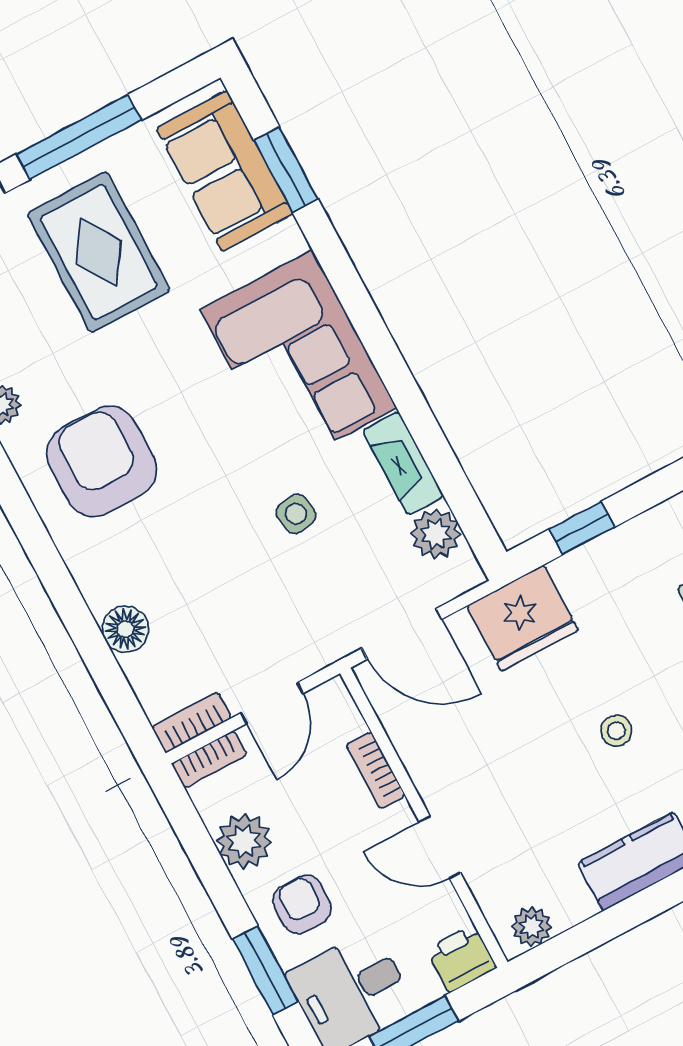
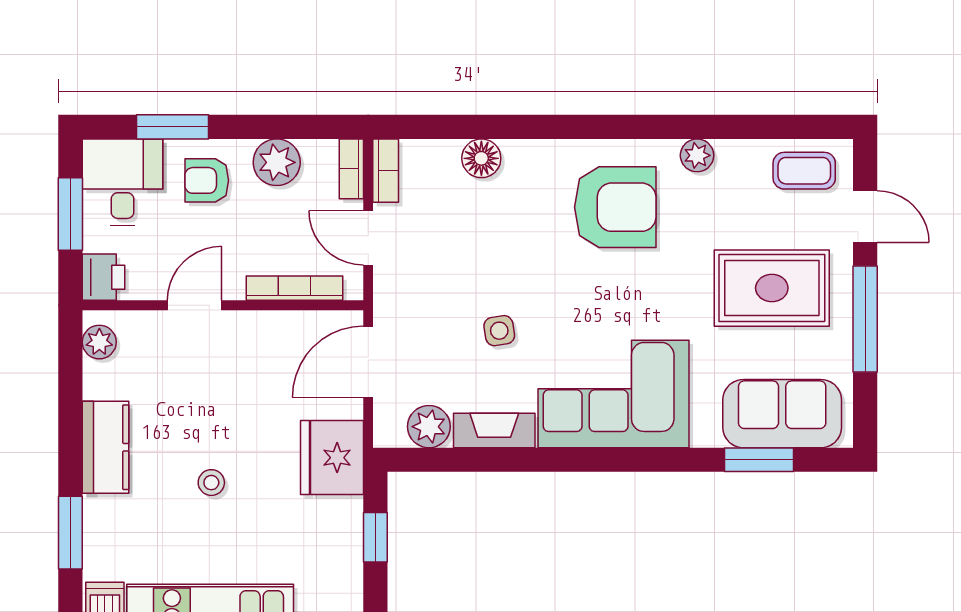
bookcase: (376, 770) -> (295, 288), width x1.56
armchair: (302, 904) -> (207, 180), turned 180

